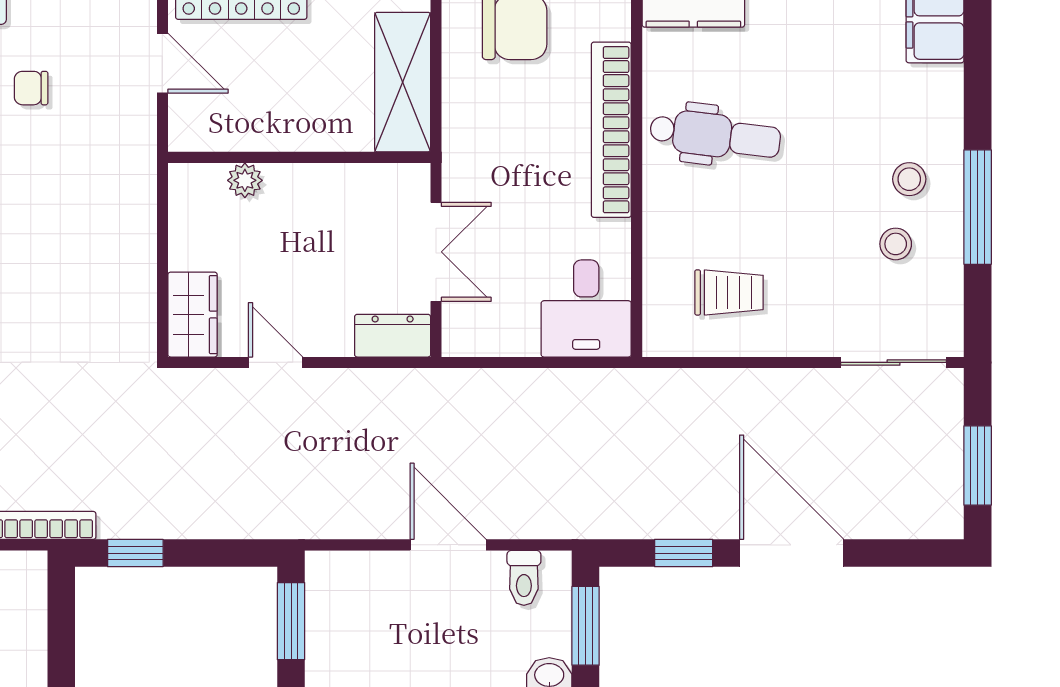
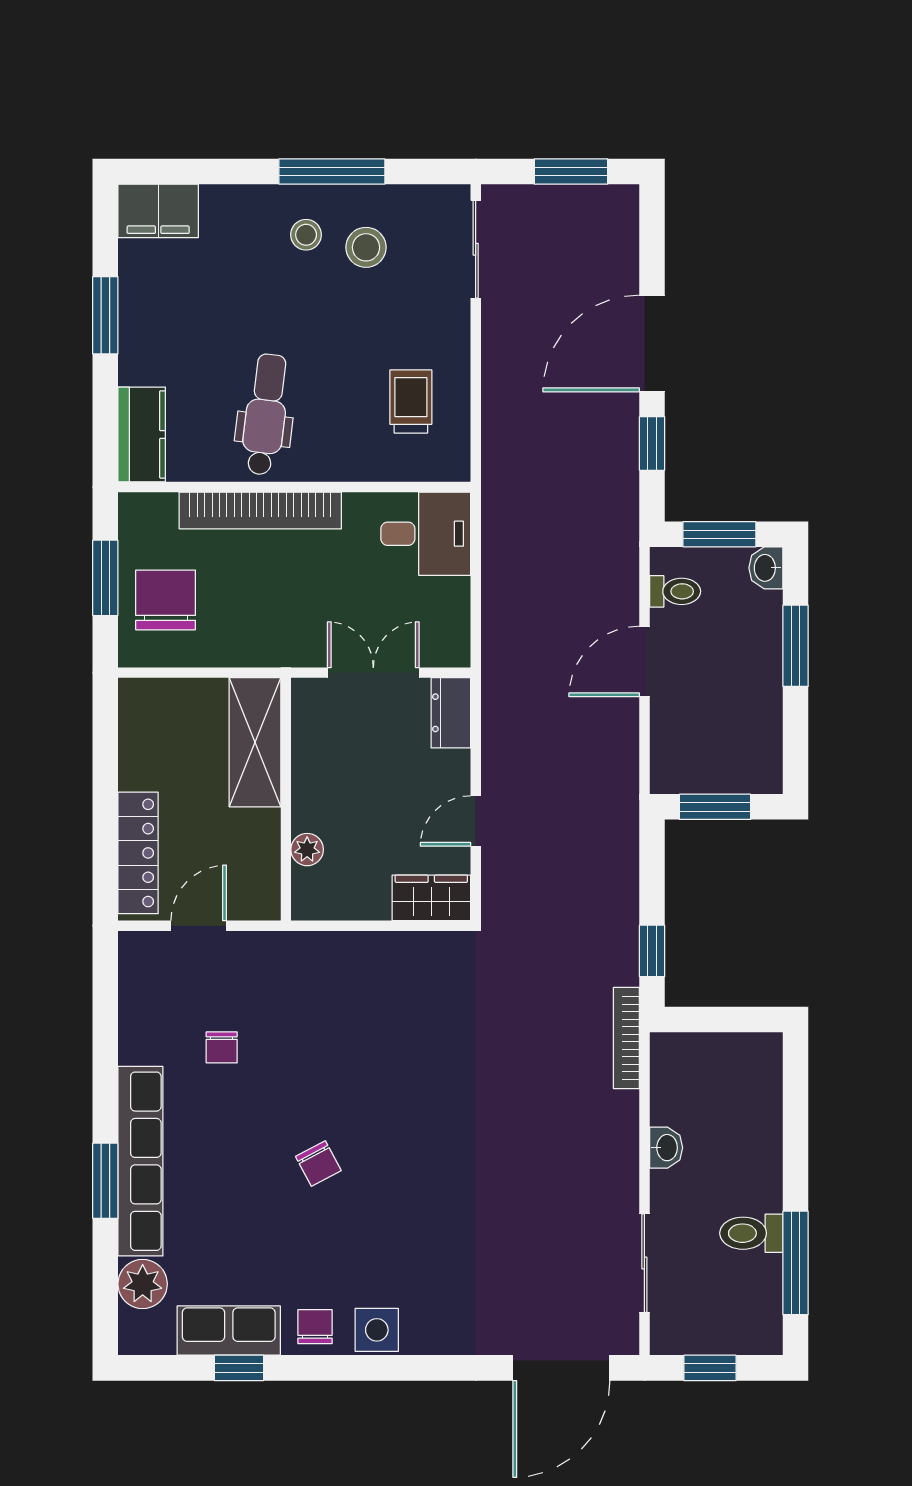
shelving: (403, 82) -> (255, 742), moved, turned 90
stool: (896, 244) -> (366, 247), width x1.37, depth x1.37

